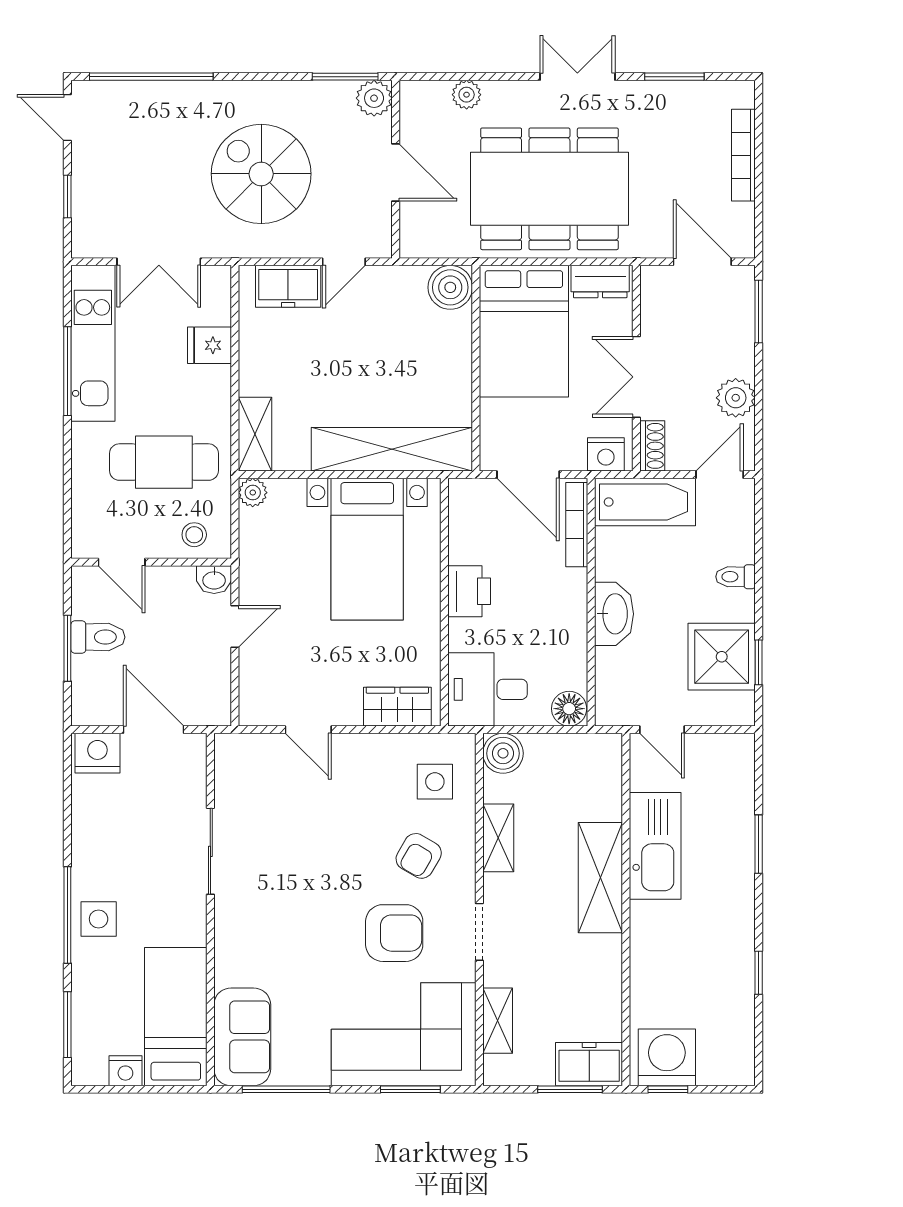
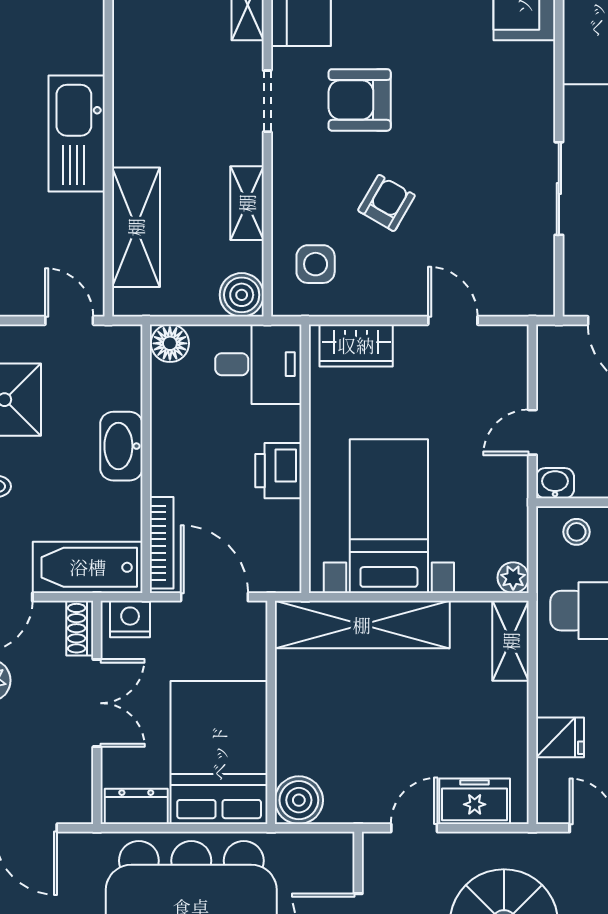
kitchen sink: (655, 846) -> (77, 134), moved
armchair: (419, 856) -> (386, 203), moved
shelving: (600, 878) -> (136, 227), moved

